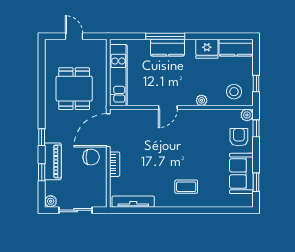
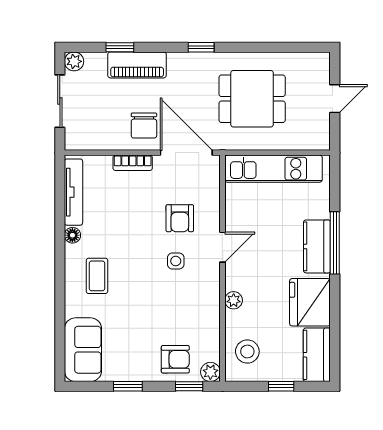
fridge: (207, 49) -> (310, 302), width x1.36, depth x1.34
window: (256, 84) -> (281, 386), moved
door: (168, 107) -> (223, 247), swing flipped
armchair: (150, 134) -> (180, 218), added
window: (42, 137) -> (201, 47), moved
side table: (177, 137) -> (176, 261), added
sofa: (241, 173) -> (83, 350), moved, turned 90
window: (256, 182) -> (128, 386), moved
floor lamp: (160, 202) -> (72, 235), added

